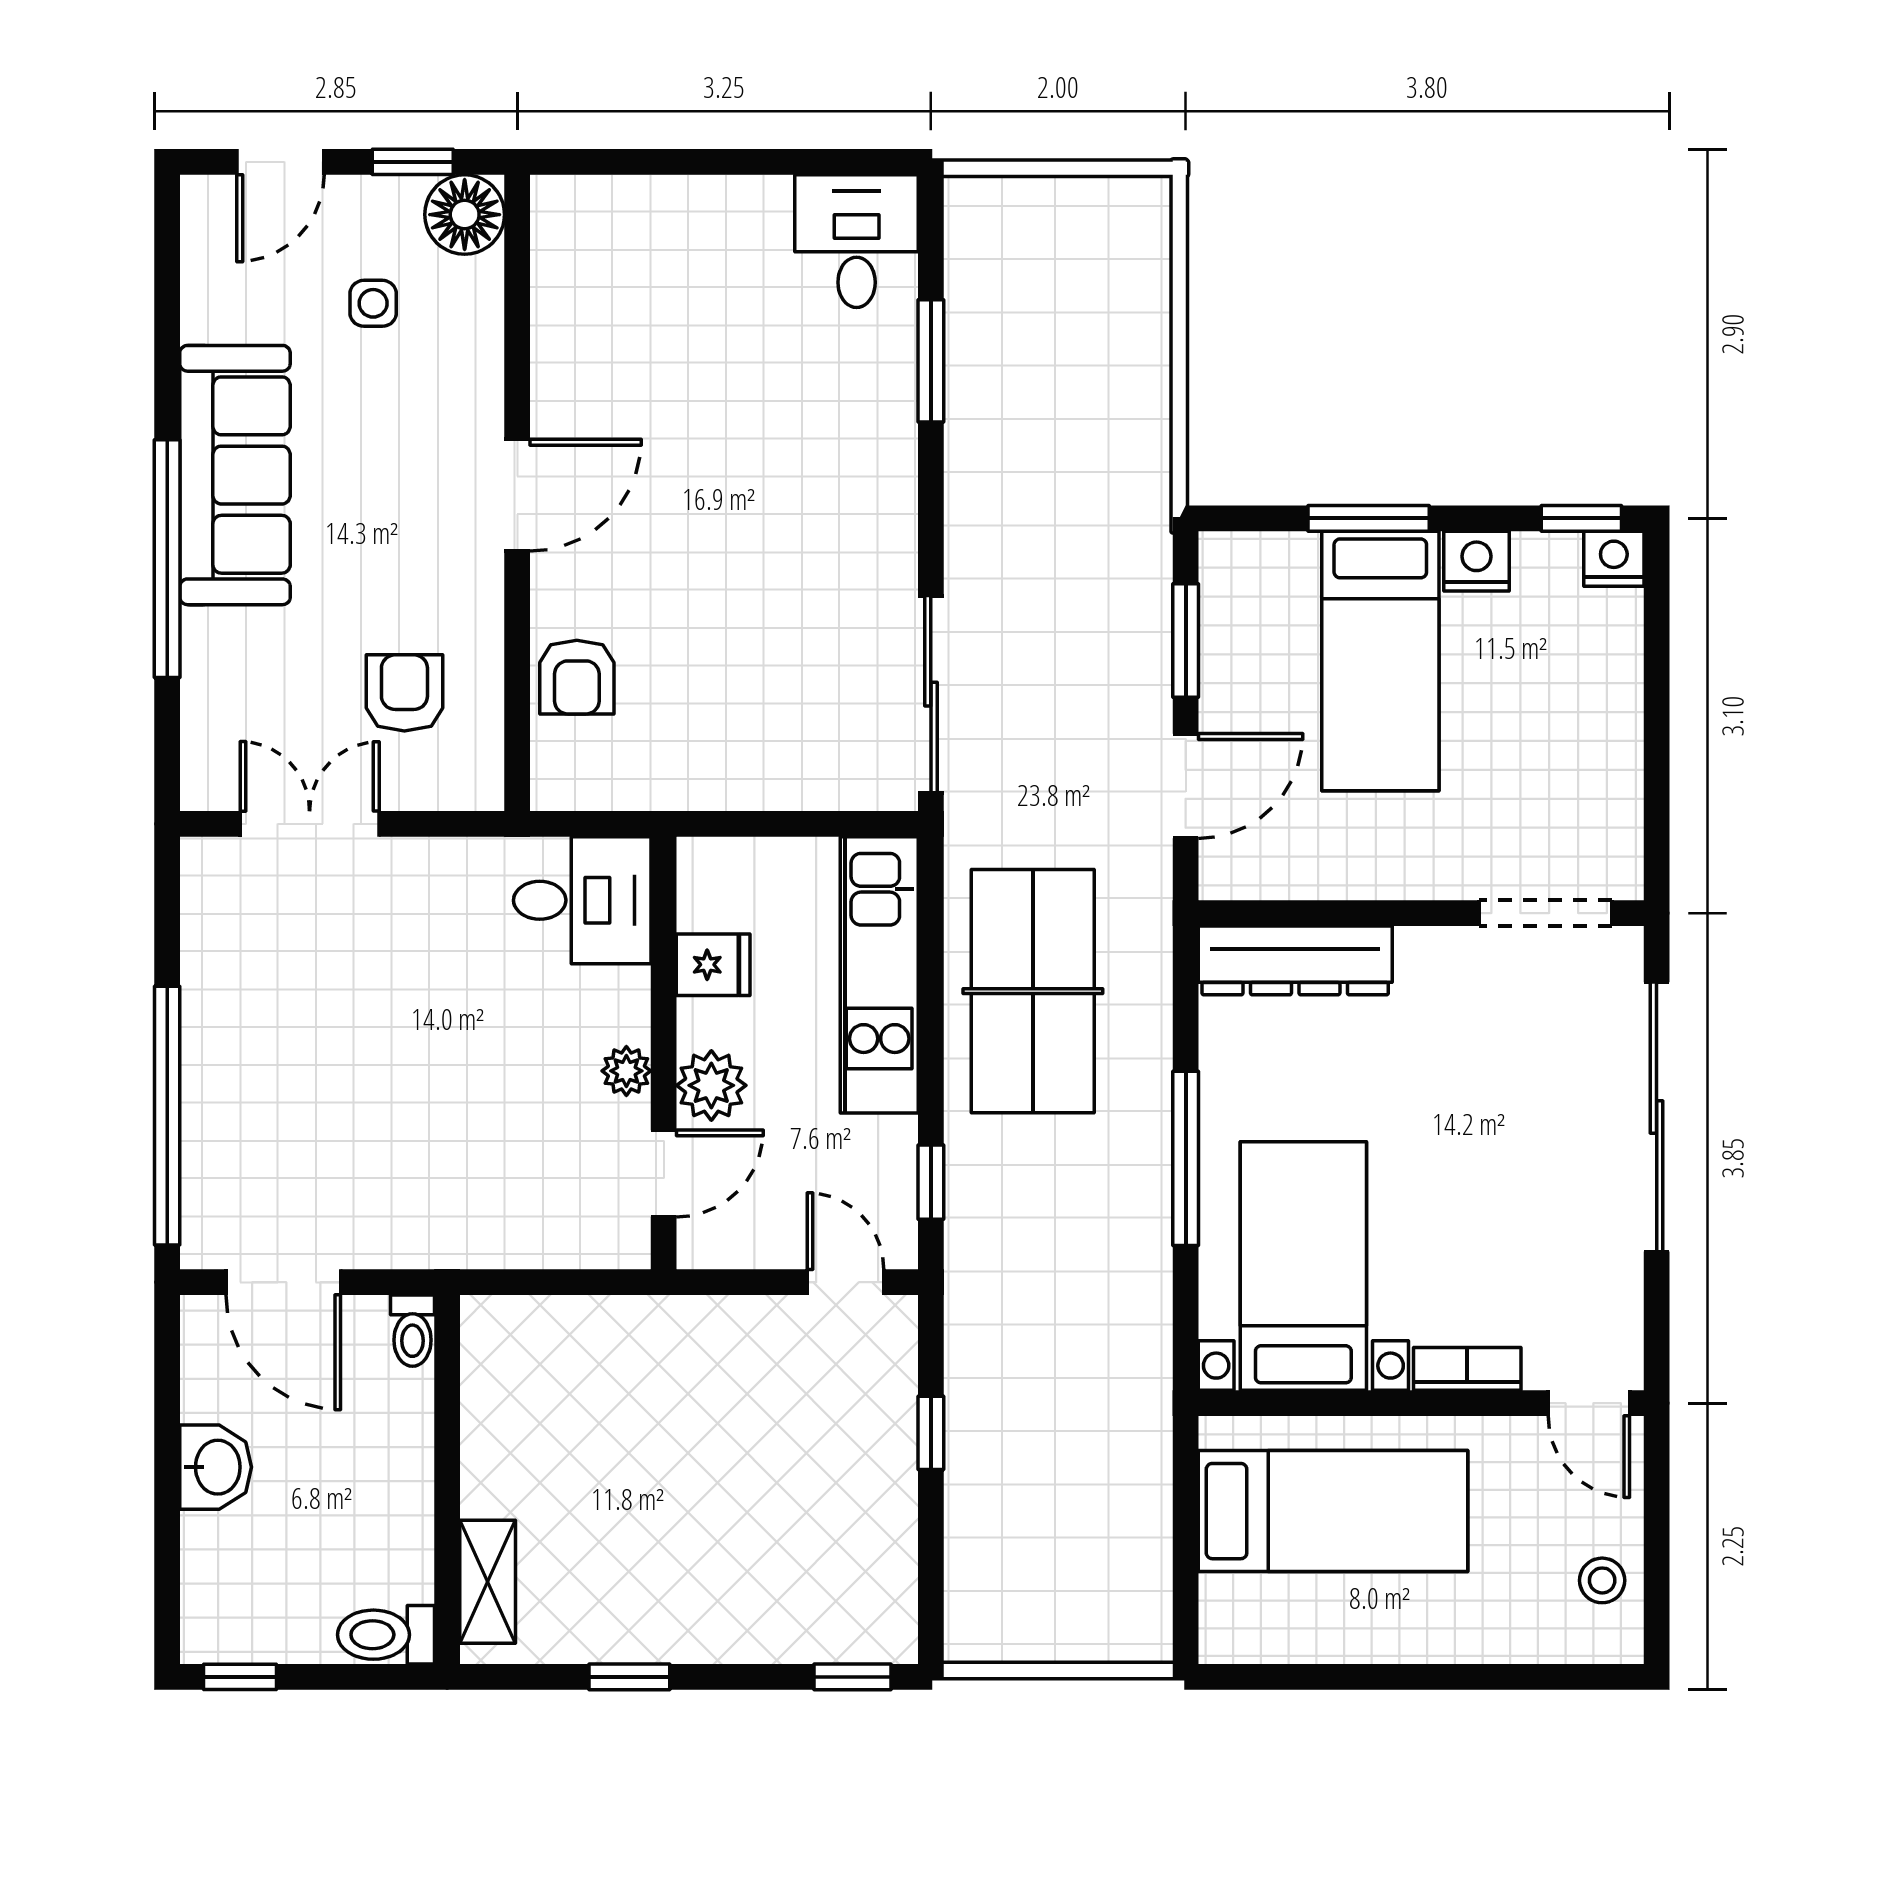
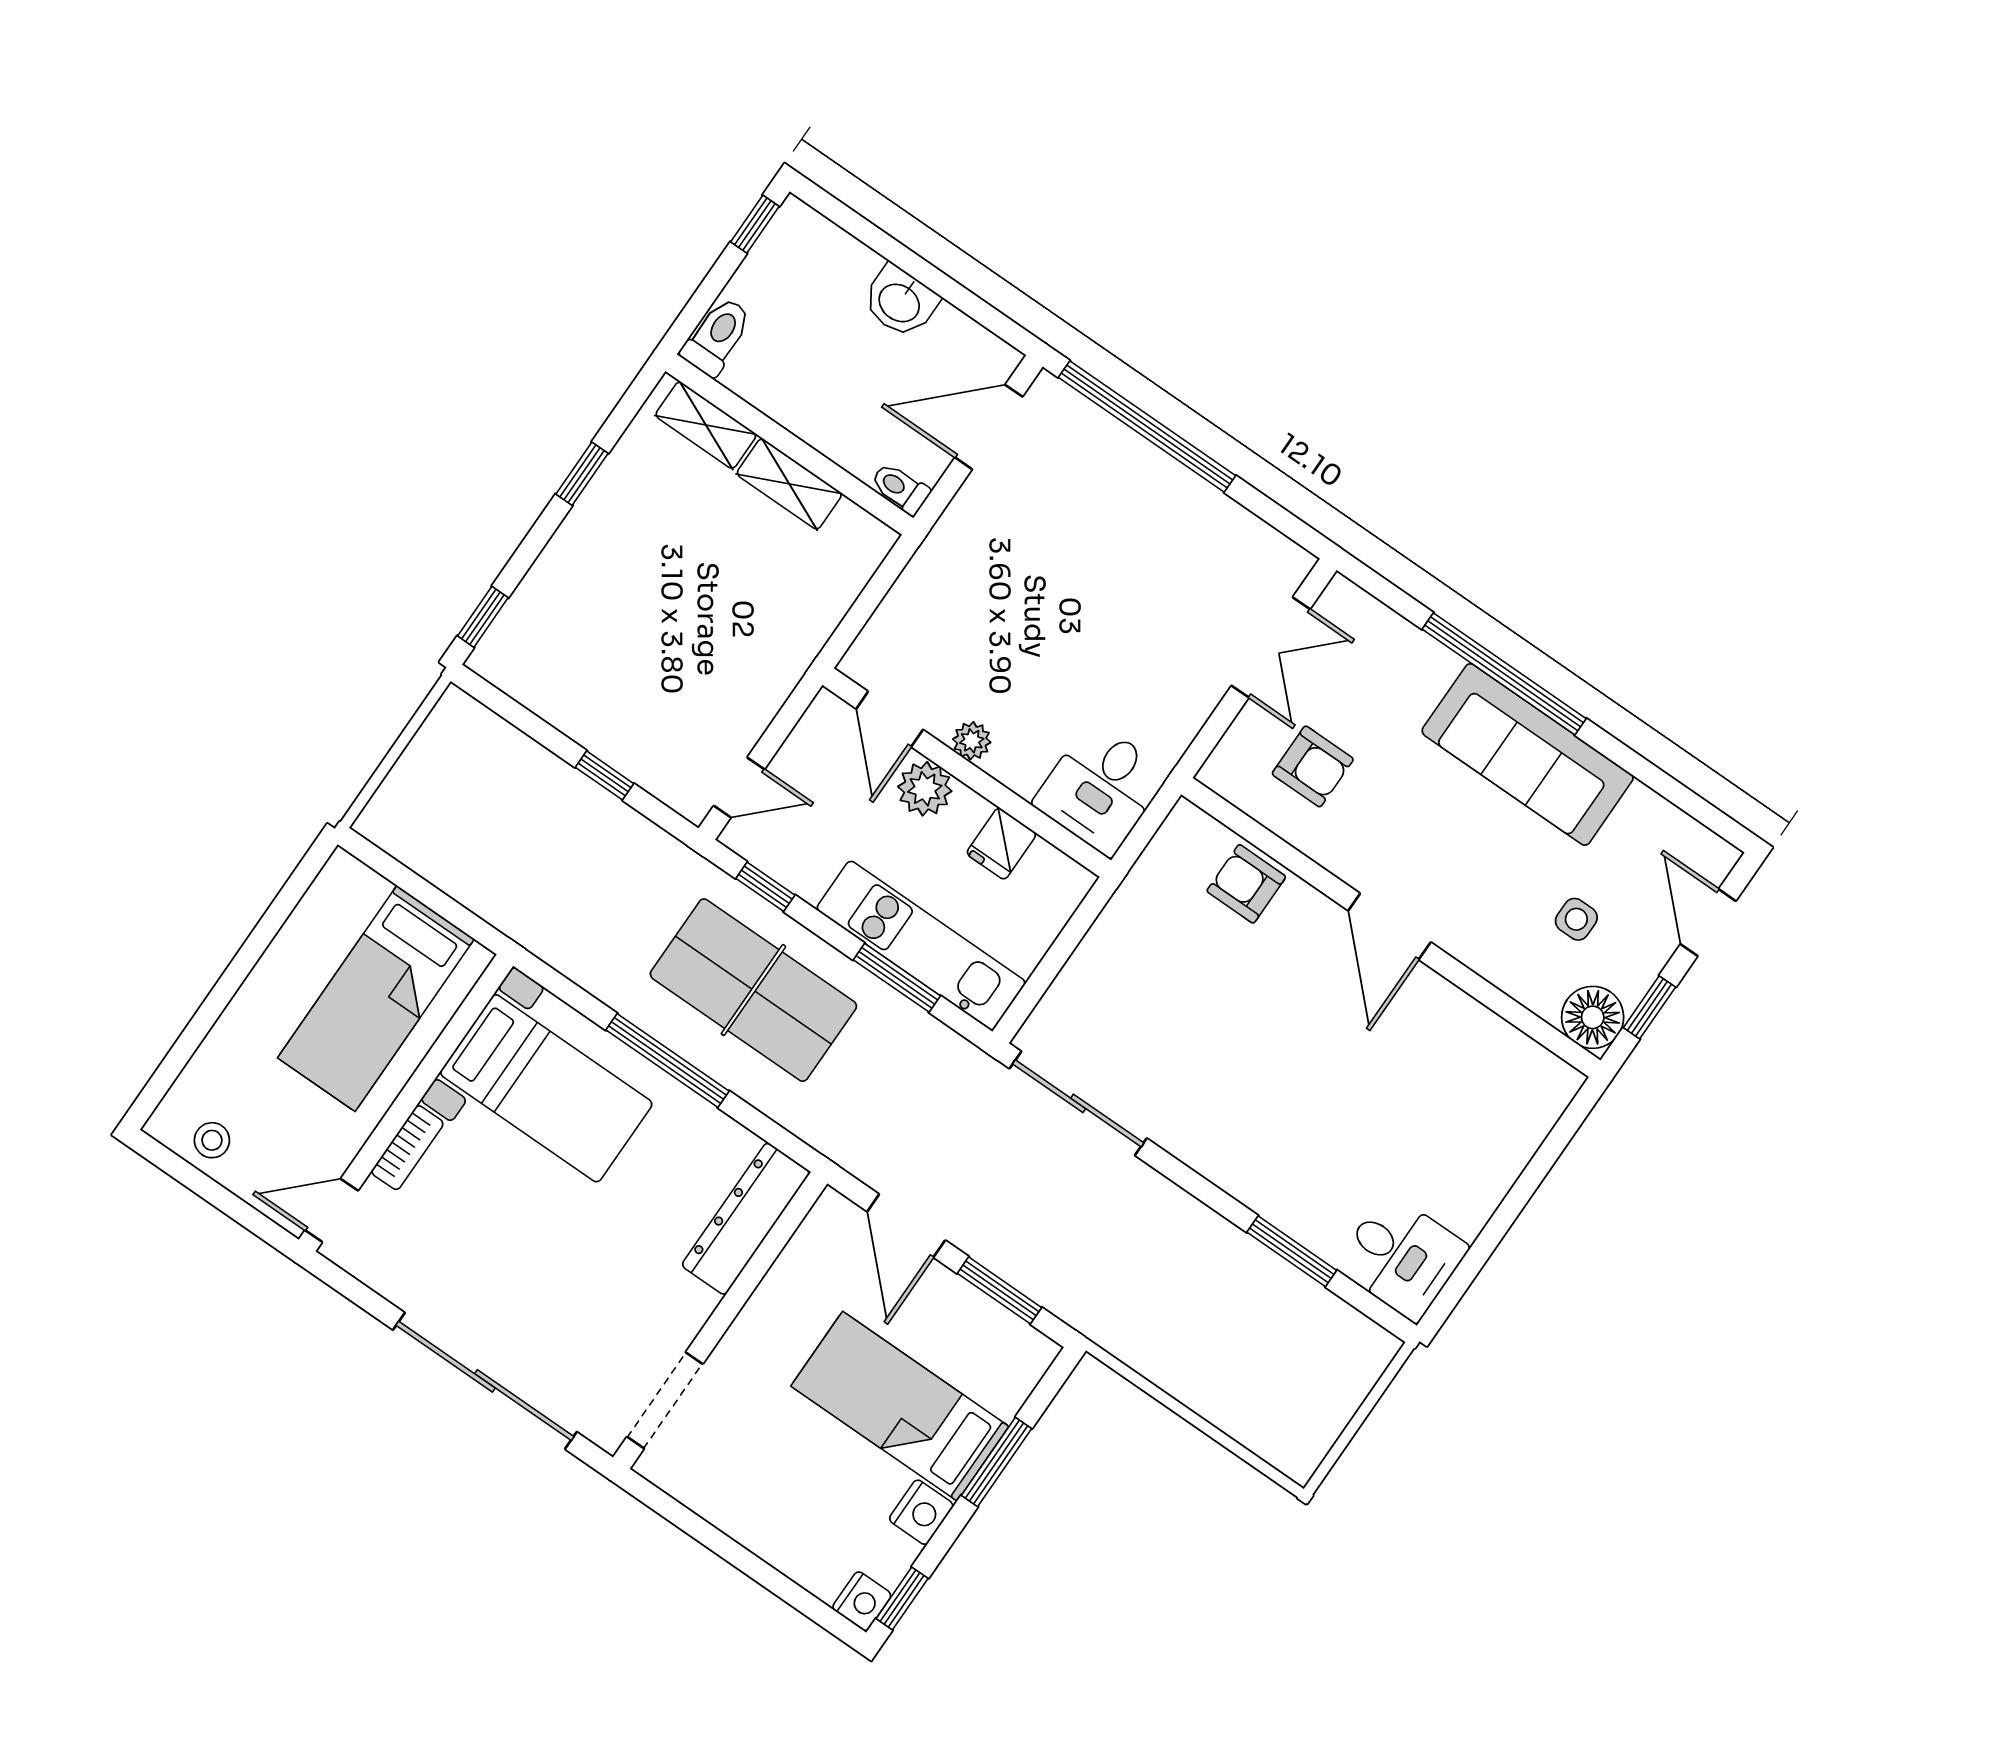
window: (931, 977) -> (897, 978), added
table tennis table: (1033, 991) -> (753, 990), moved
shelving: (489, 1451) -> (789, 484), added

